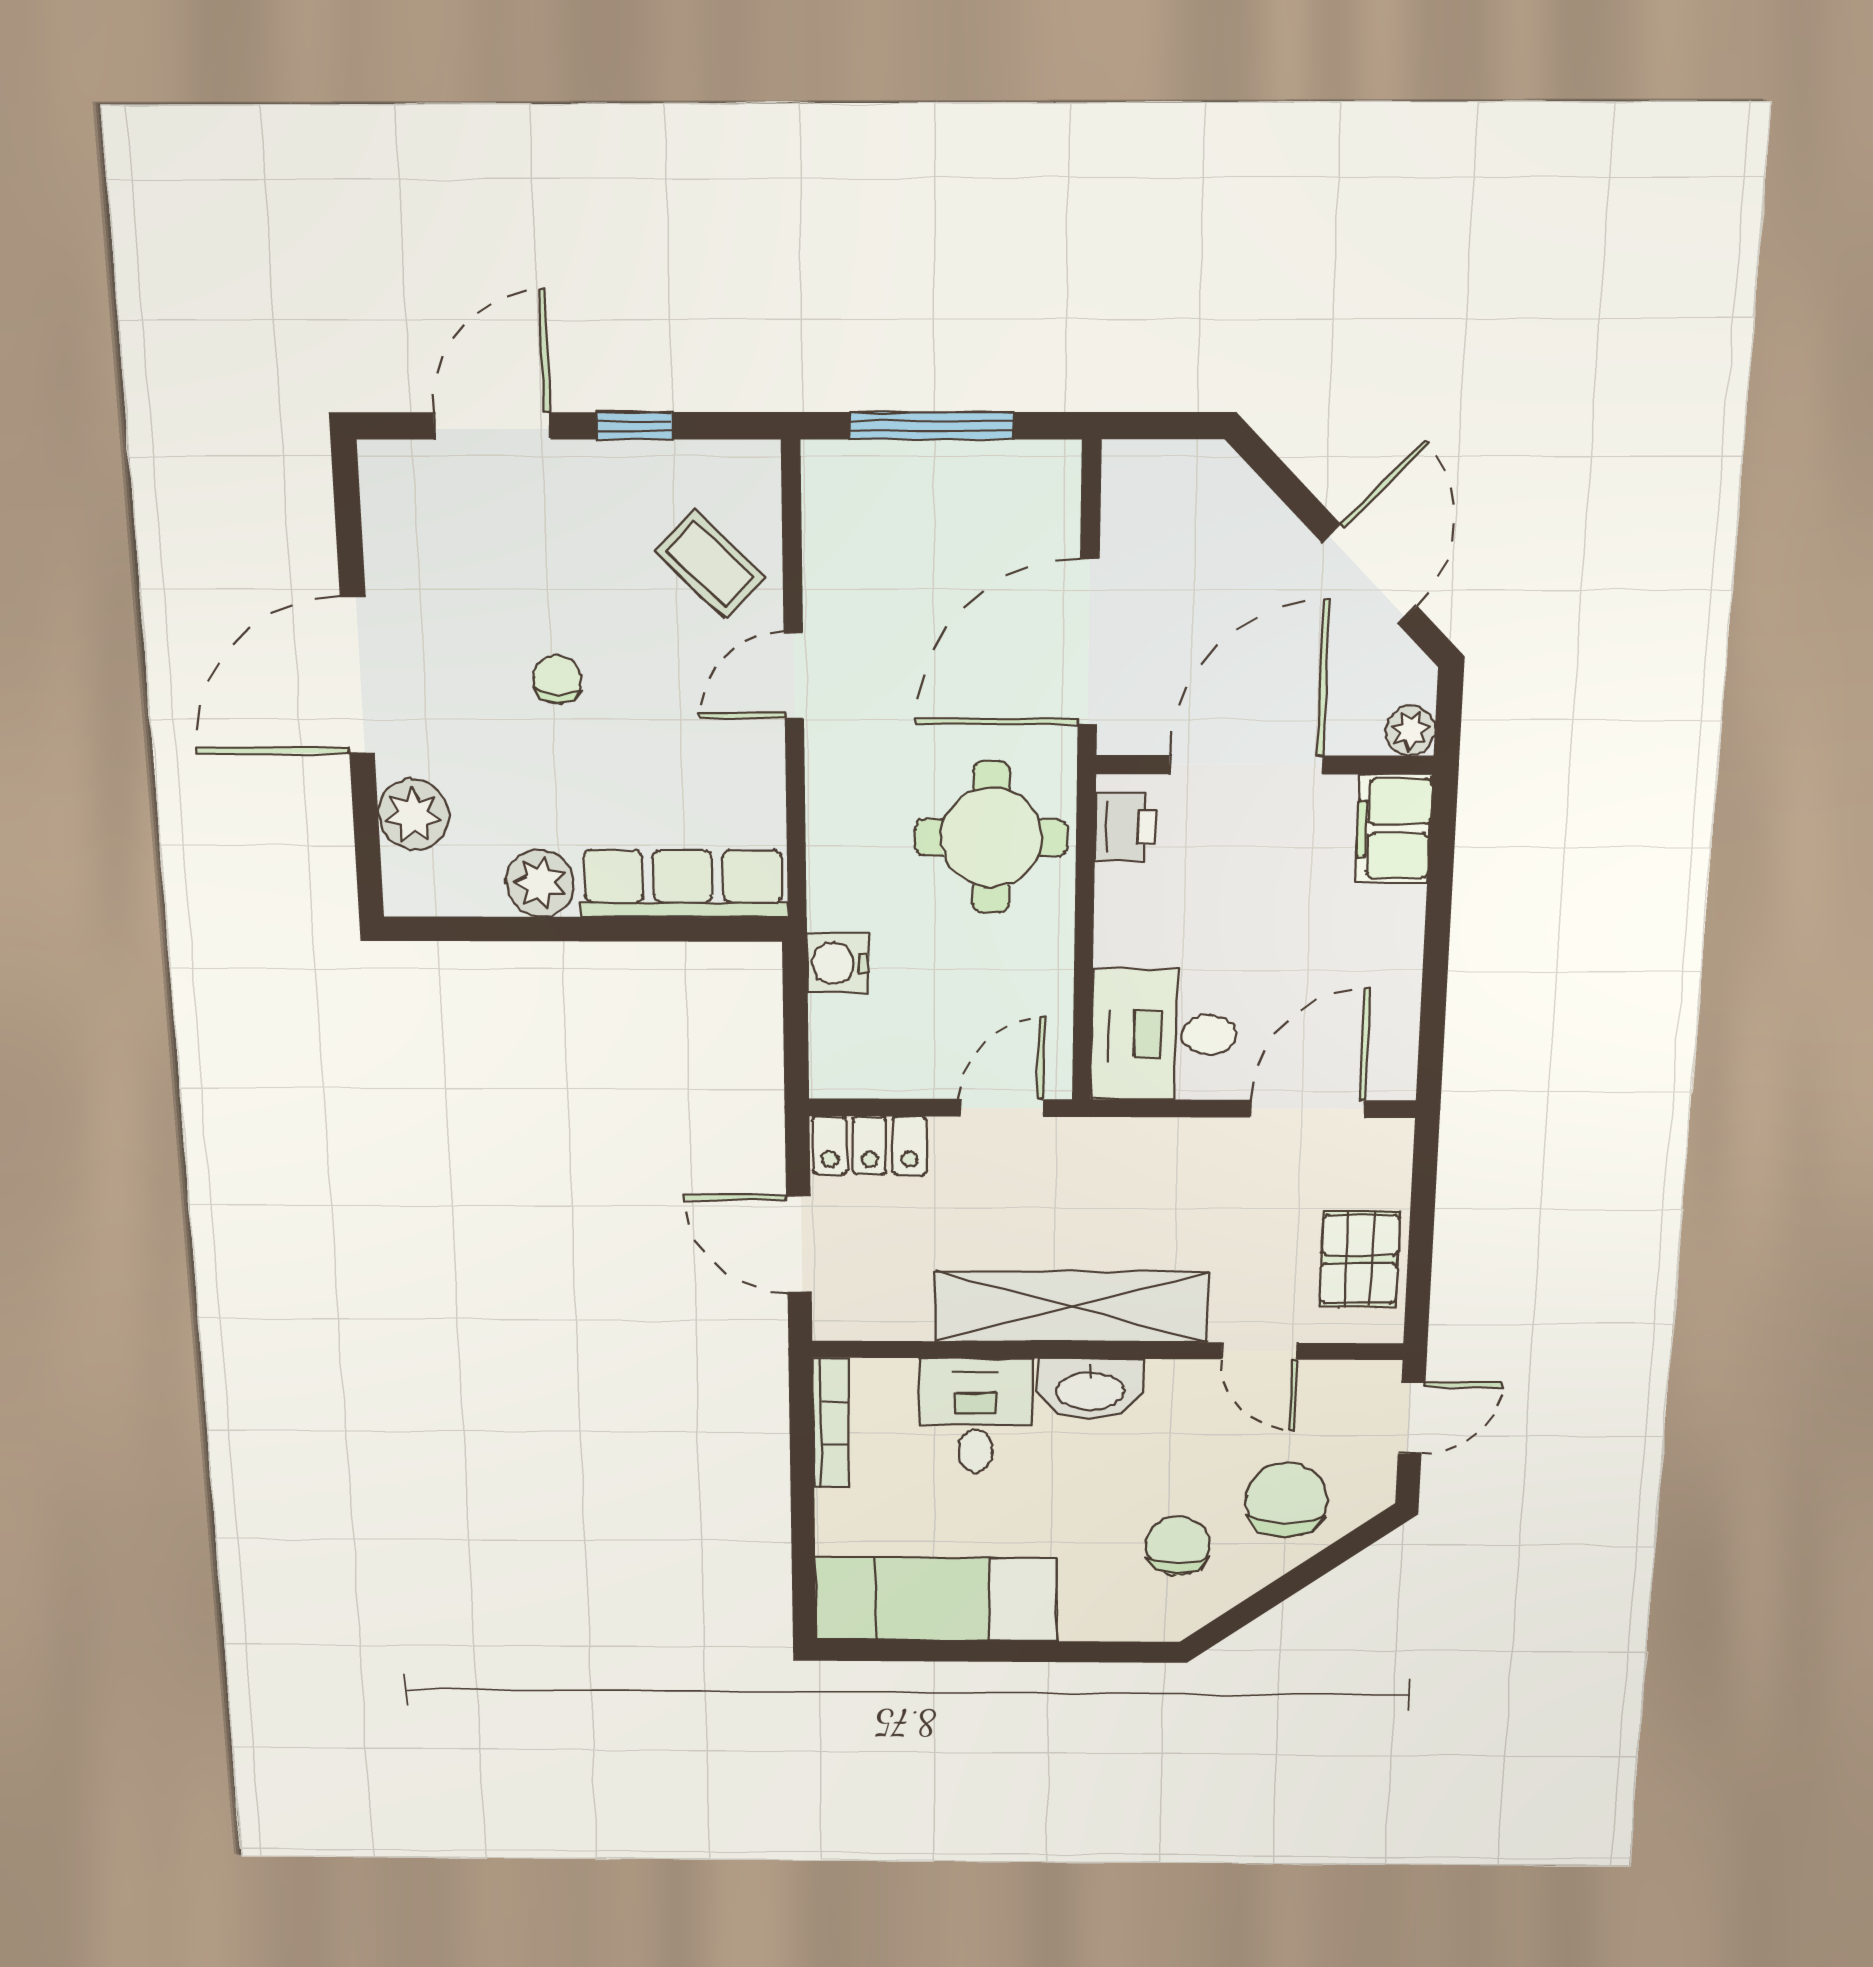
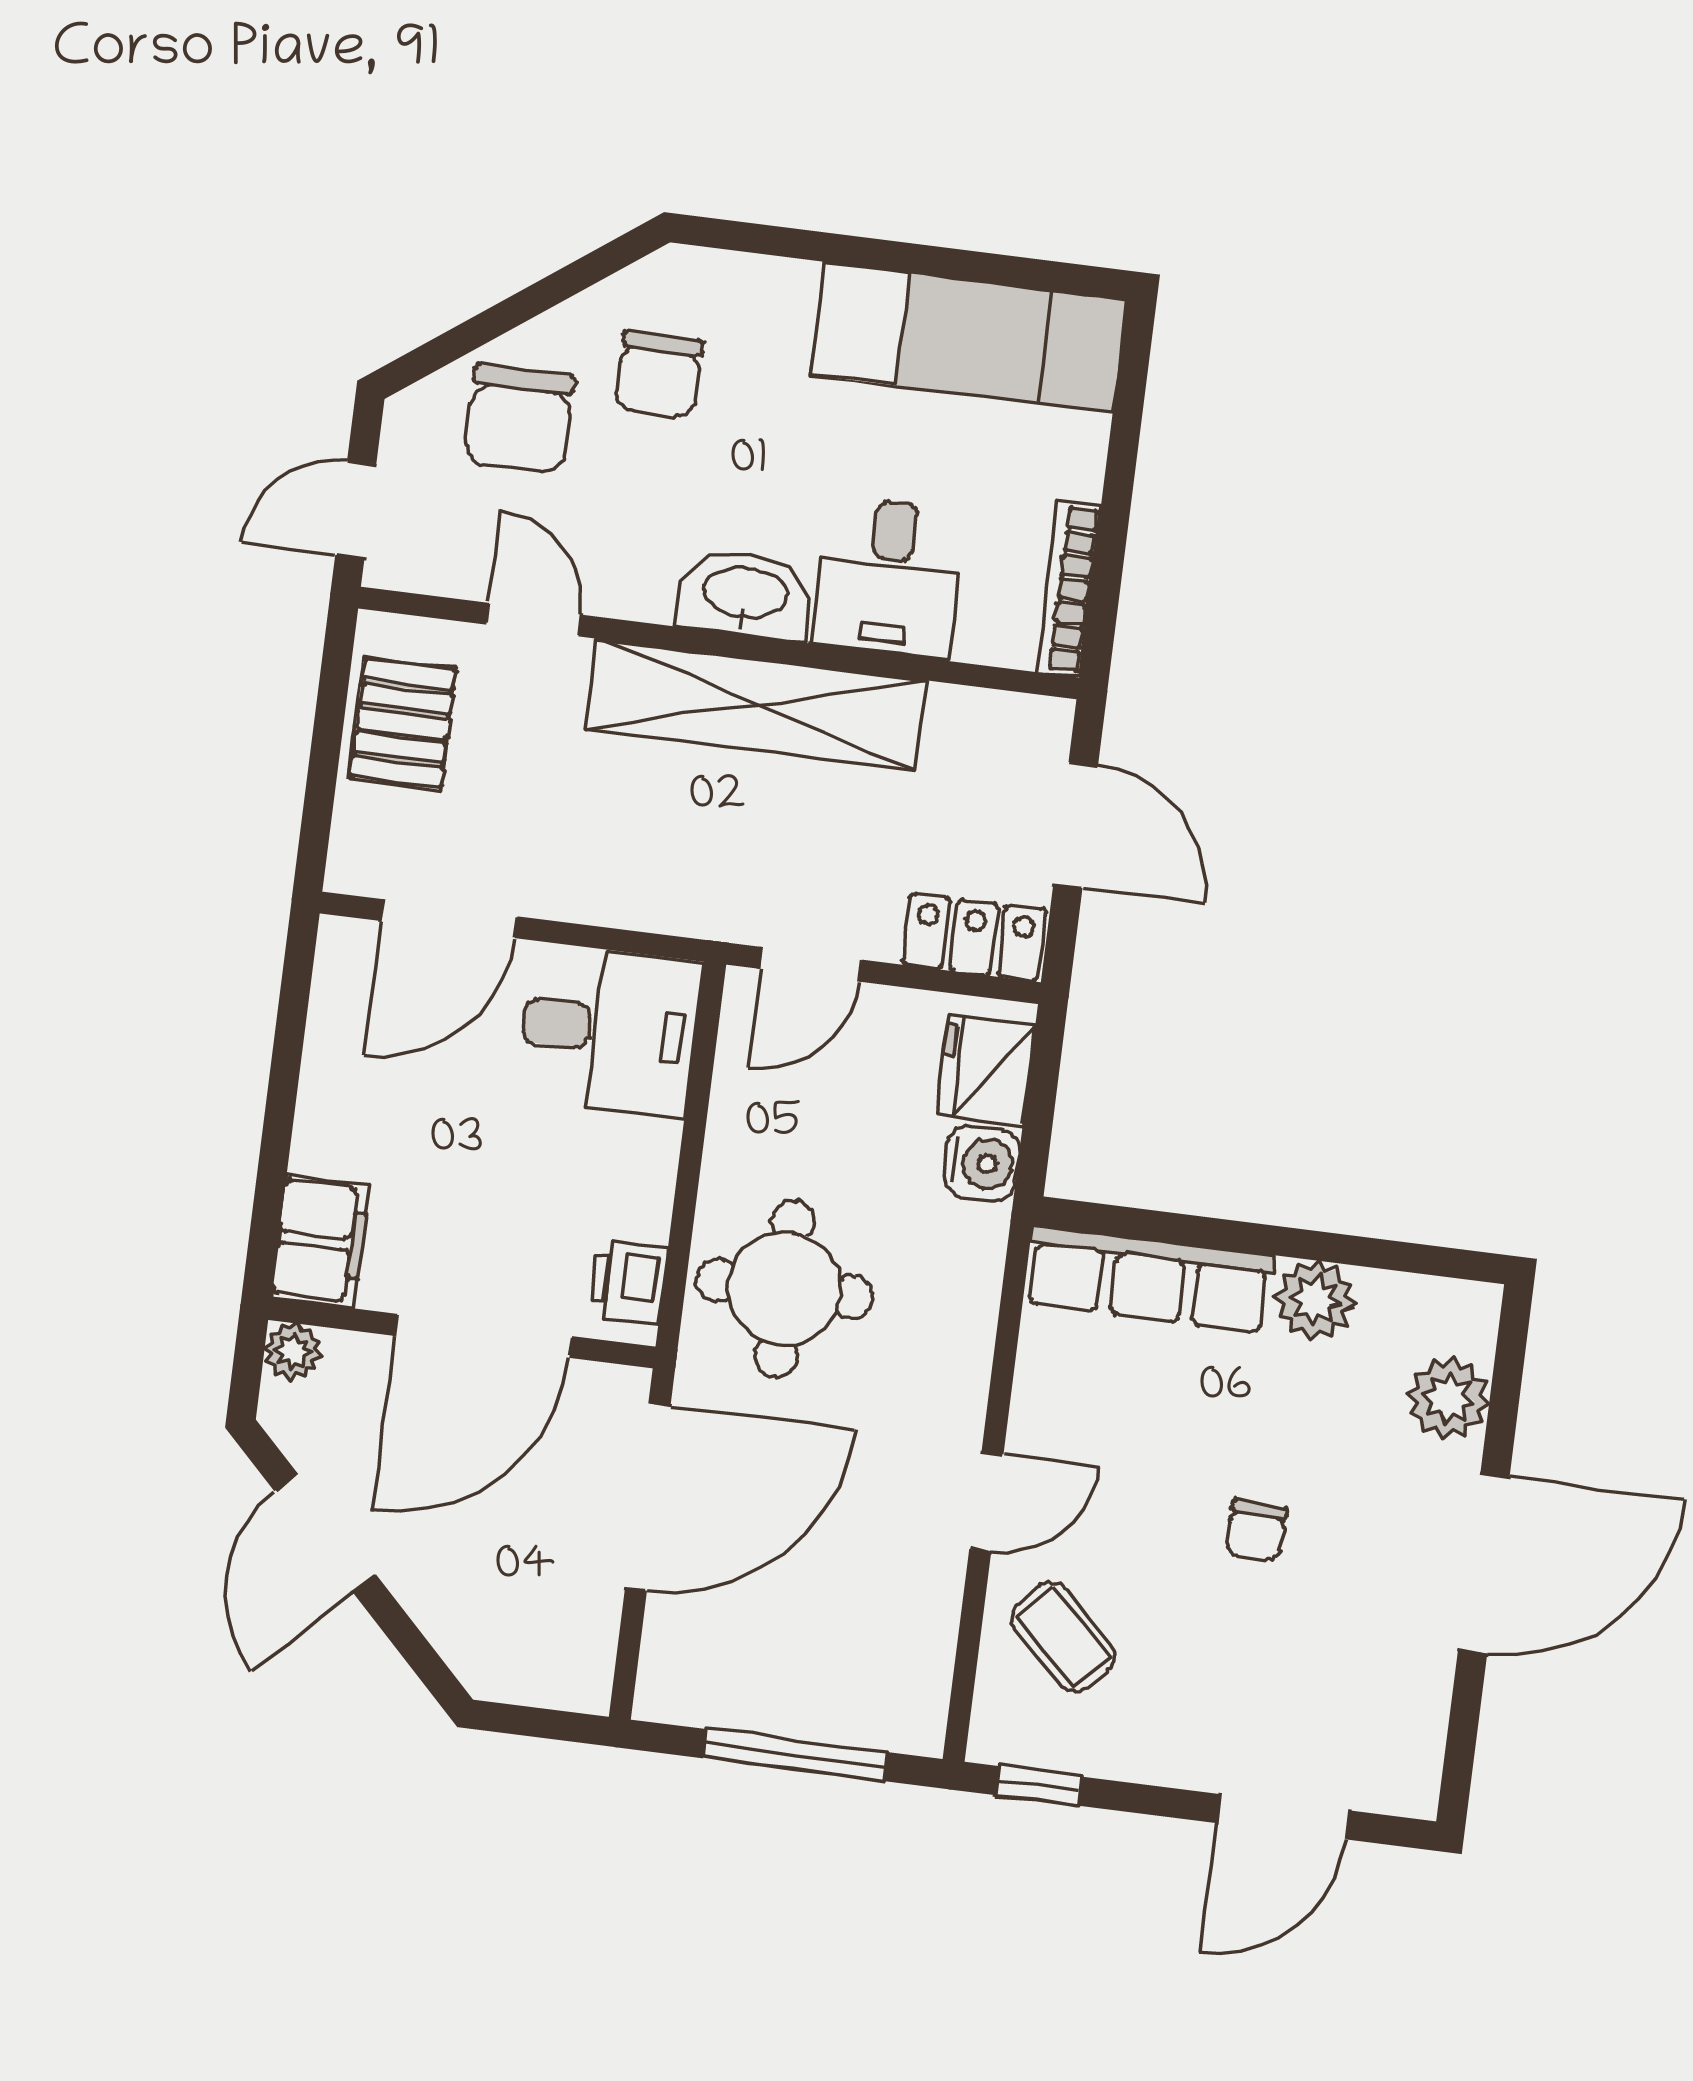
window: (635, 426) -> (1038, 1786), moved
fridge: (845, 1040) -> (986, 1070), added

